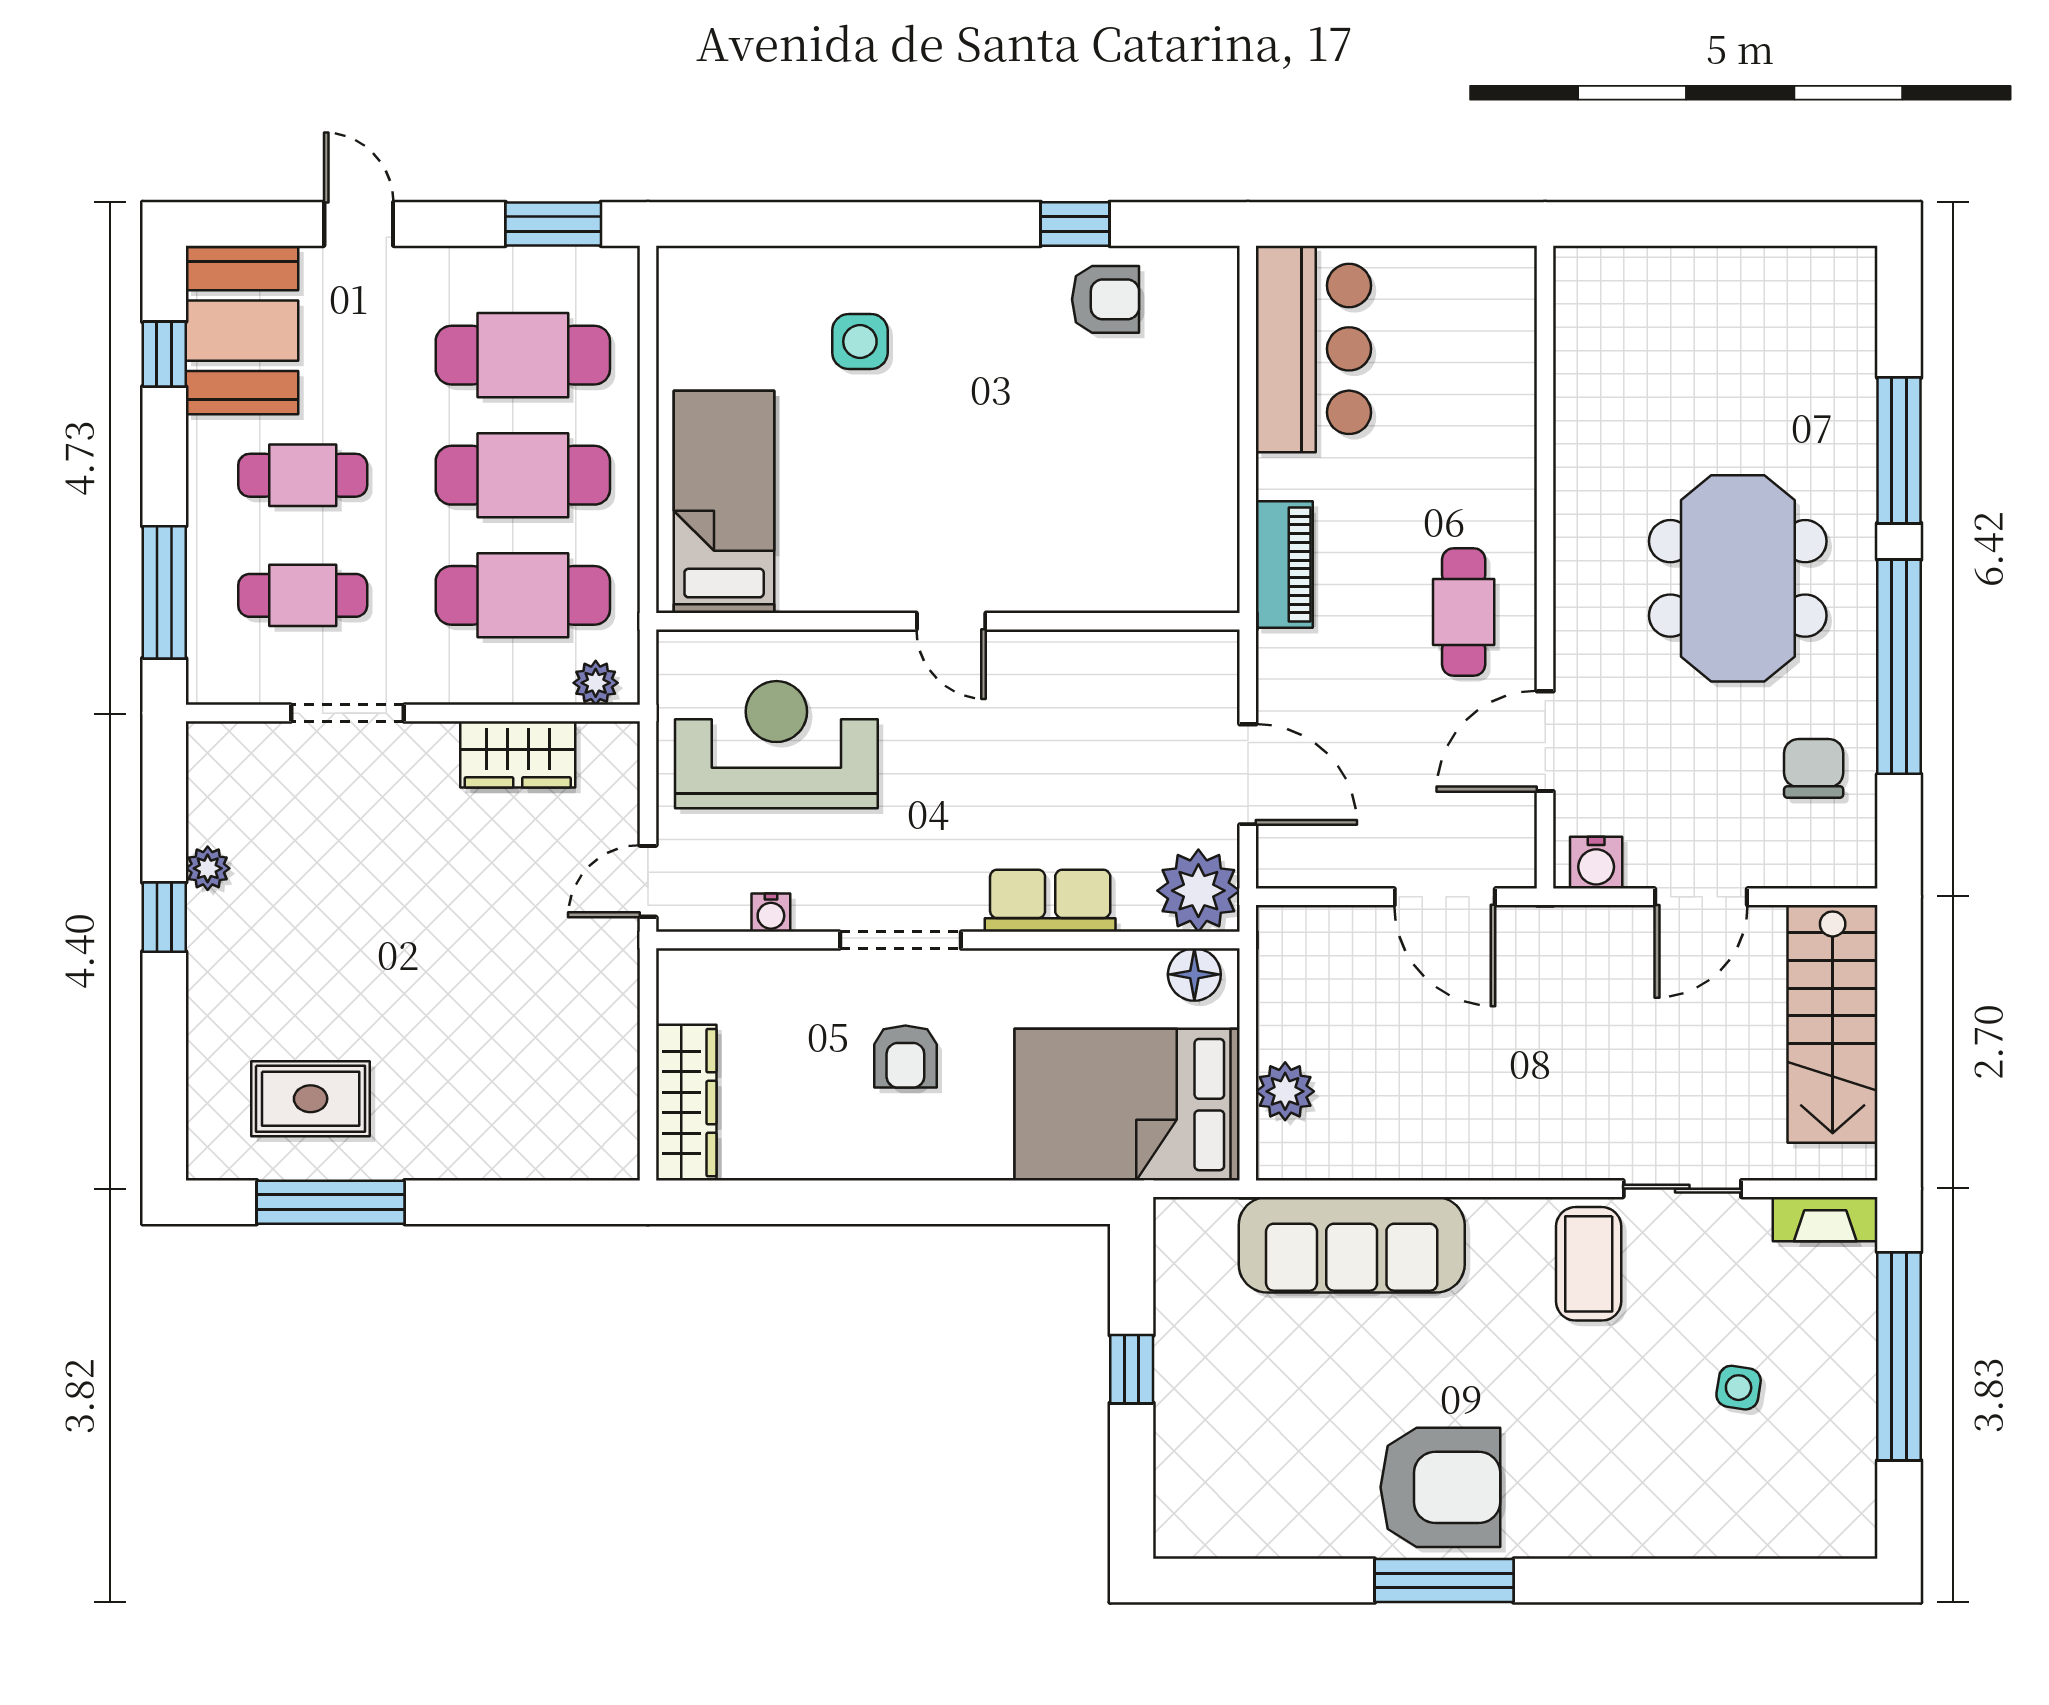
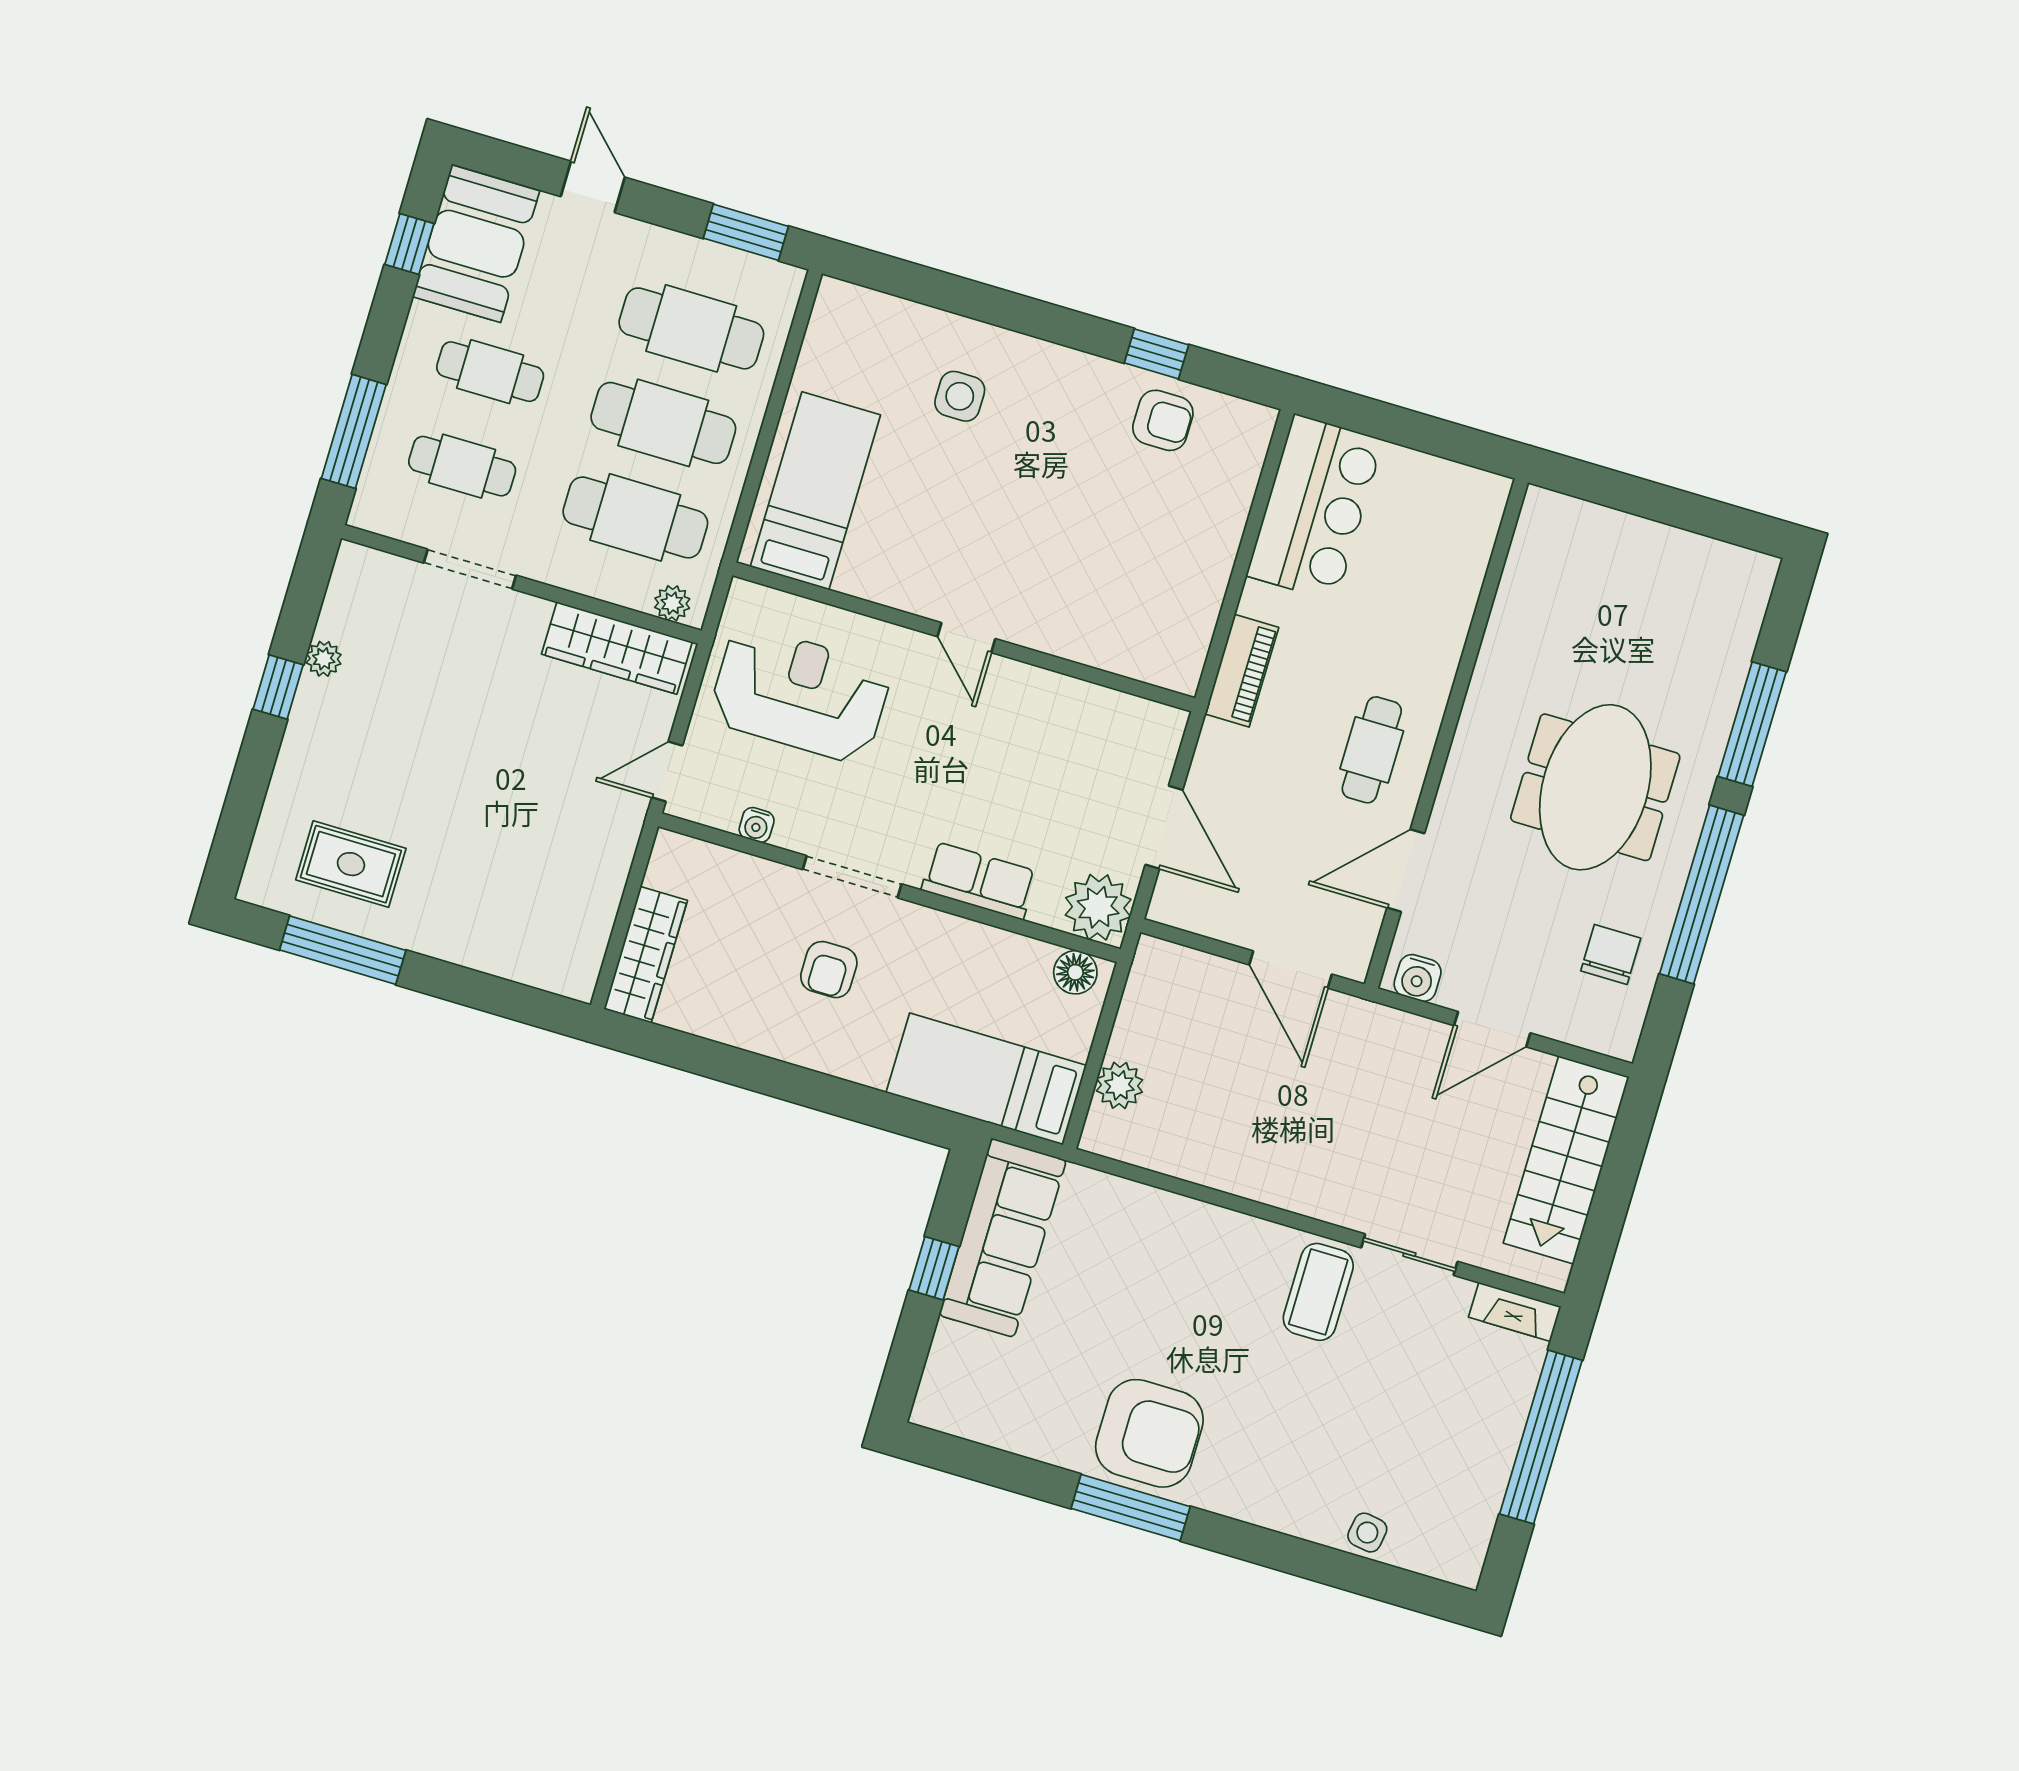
wardrobe: (518, 754) -> (617, 648), width x1.50
bed: (1127, 1105) -> (986, 1079), width x0.67
sofa: (1352, 1245) -> (1003, 1238), moved, turned -90
side table: (1739, 1388) -> (1367, 1533), moved

